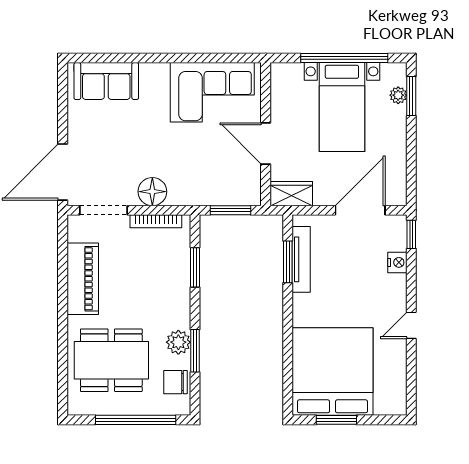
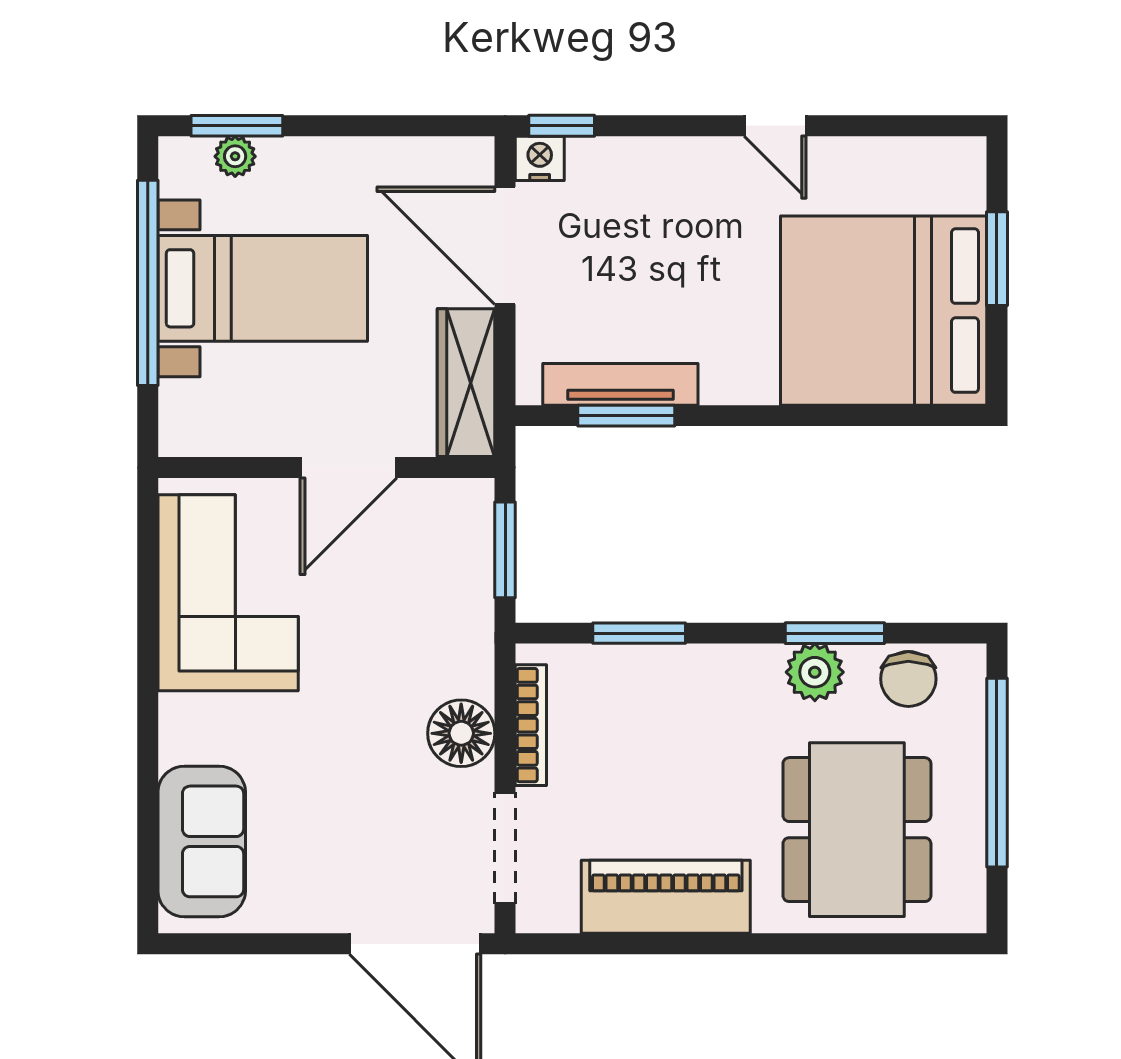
wardrobe: (291, 194) -> (466, 383), width x1.50
nightstand: (397, 262) -> (540, 158), moved
window: (336, 420) -> (997, 259), moved

